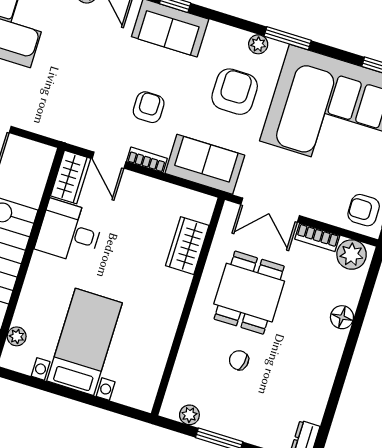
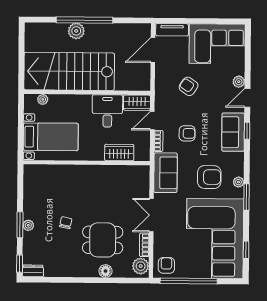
armchair: (69, 81) -> (189, 86), added
wardrobe: (187, 246) -> (119, 153), moved
dining table: (249, 293) -> (103, 240), moved
wall: (188, 307) -> (87, 163), moved
plant: (189, 415) -> (28, 225), moved

